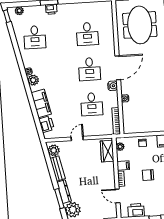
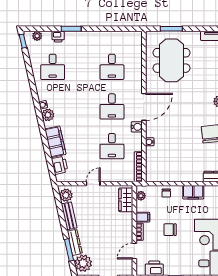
printer: (51, 9) -> (58, 37), moved
door: (118, 196) -> (134, 251), hinge flipped

